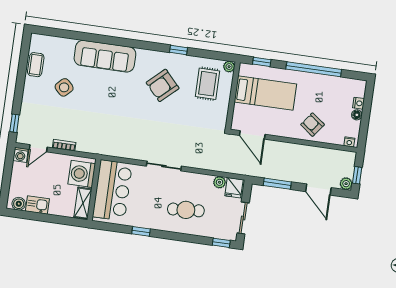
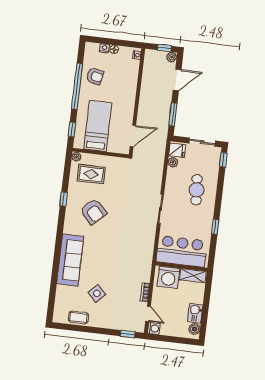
armchair: (313, 125) -> (95, 76), moved, turned -115

